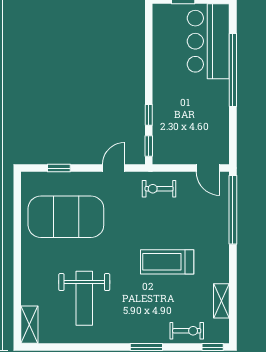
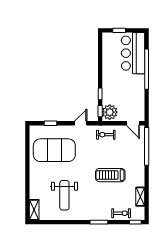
plant: (166, 148) -> (110, 112), added

